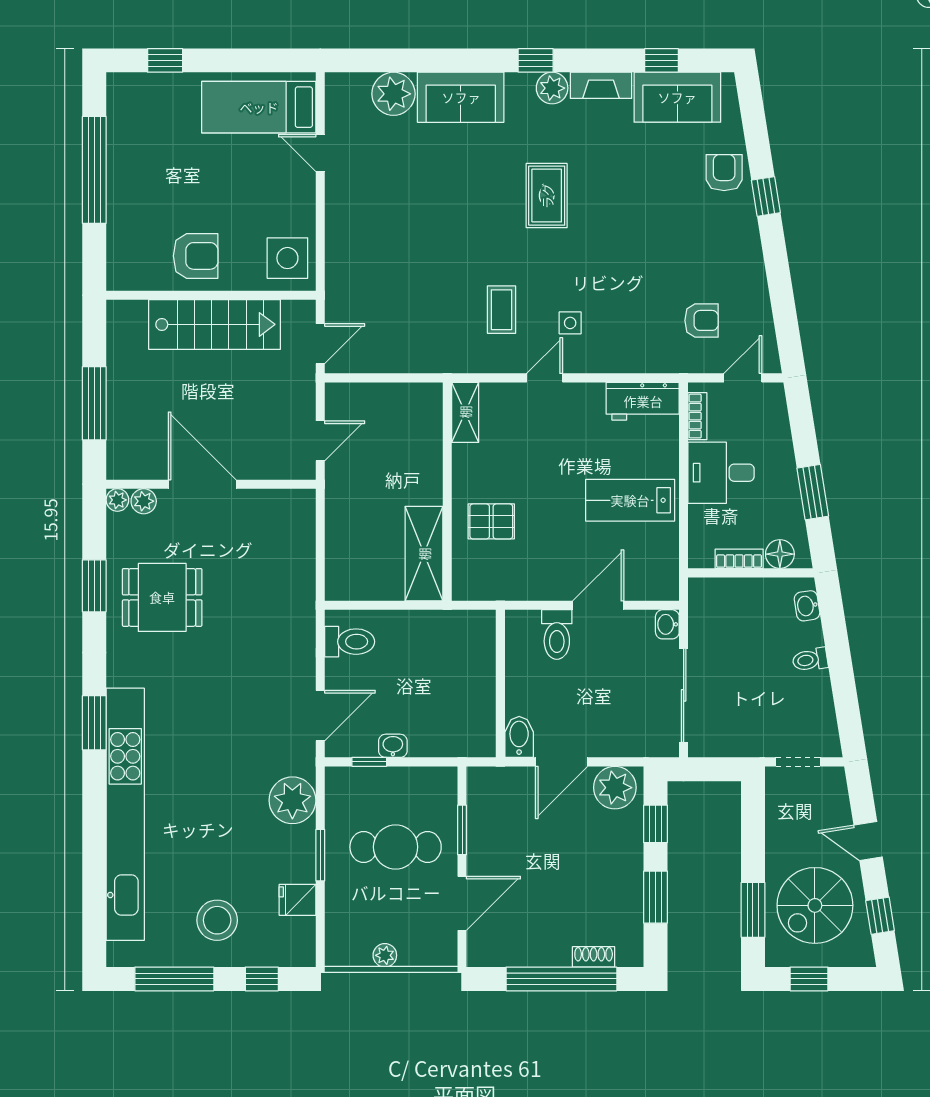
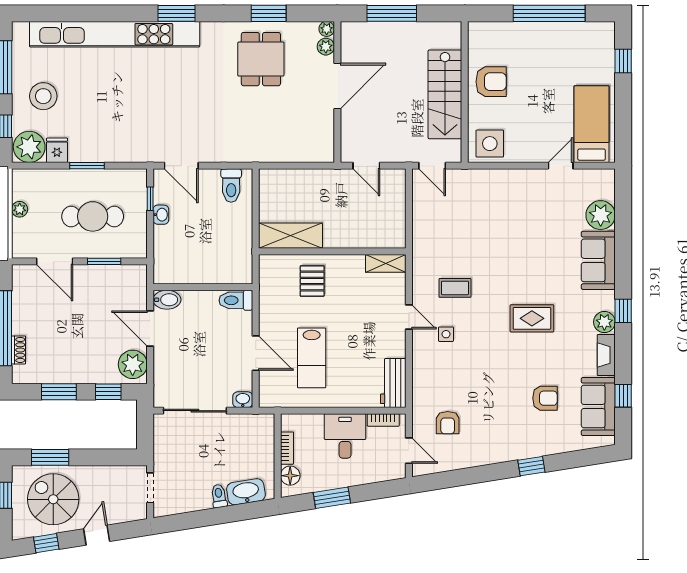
armchair: (724, 173) -> (545, 398), moved
armchair: (196, 256) -> (491, 82), turned -90
lab bench: (630, 500) -> (312, 358), moved, turned 180
washbasin: (807, 606) -> (246, 492), width x1.91, depth x1.45
toilet: (557, 635) -> (236, 300), moved
plant: (292, 800) -> (29, 147), moved
cafe table: (396, 847) -> (93, 216), turned 90

